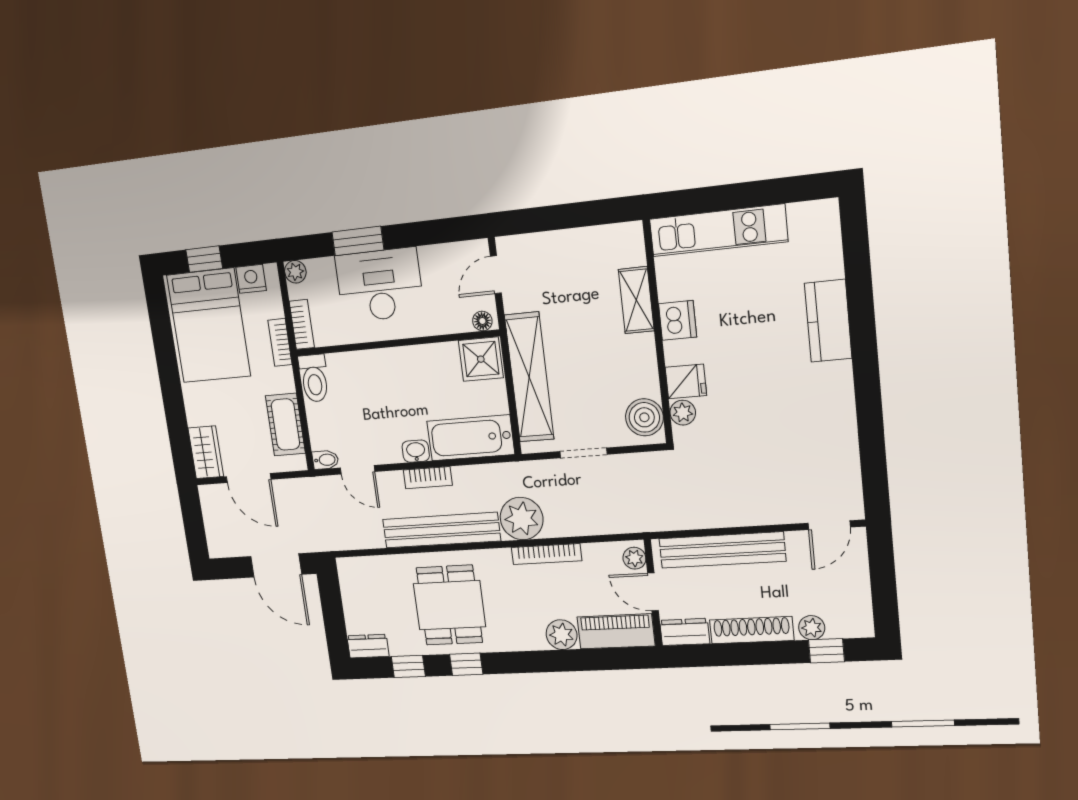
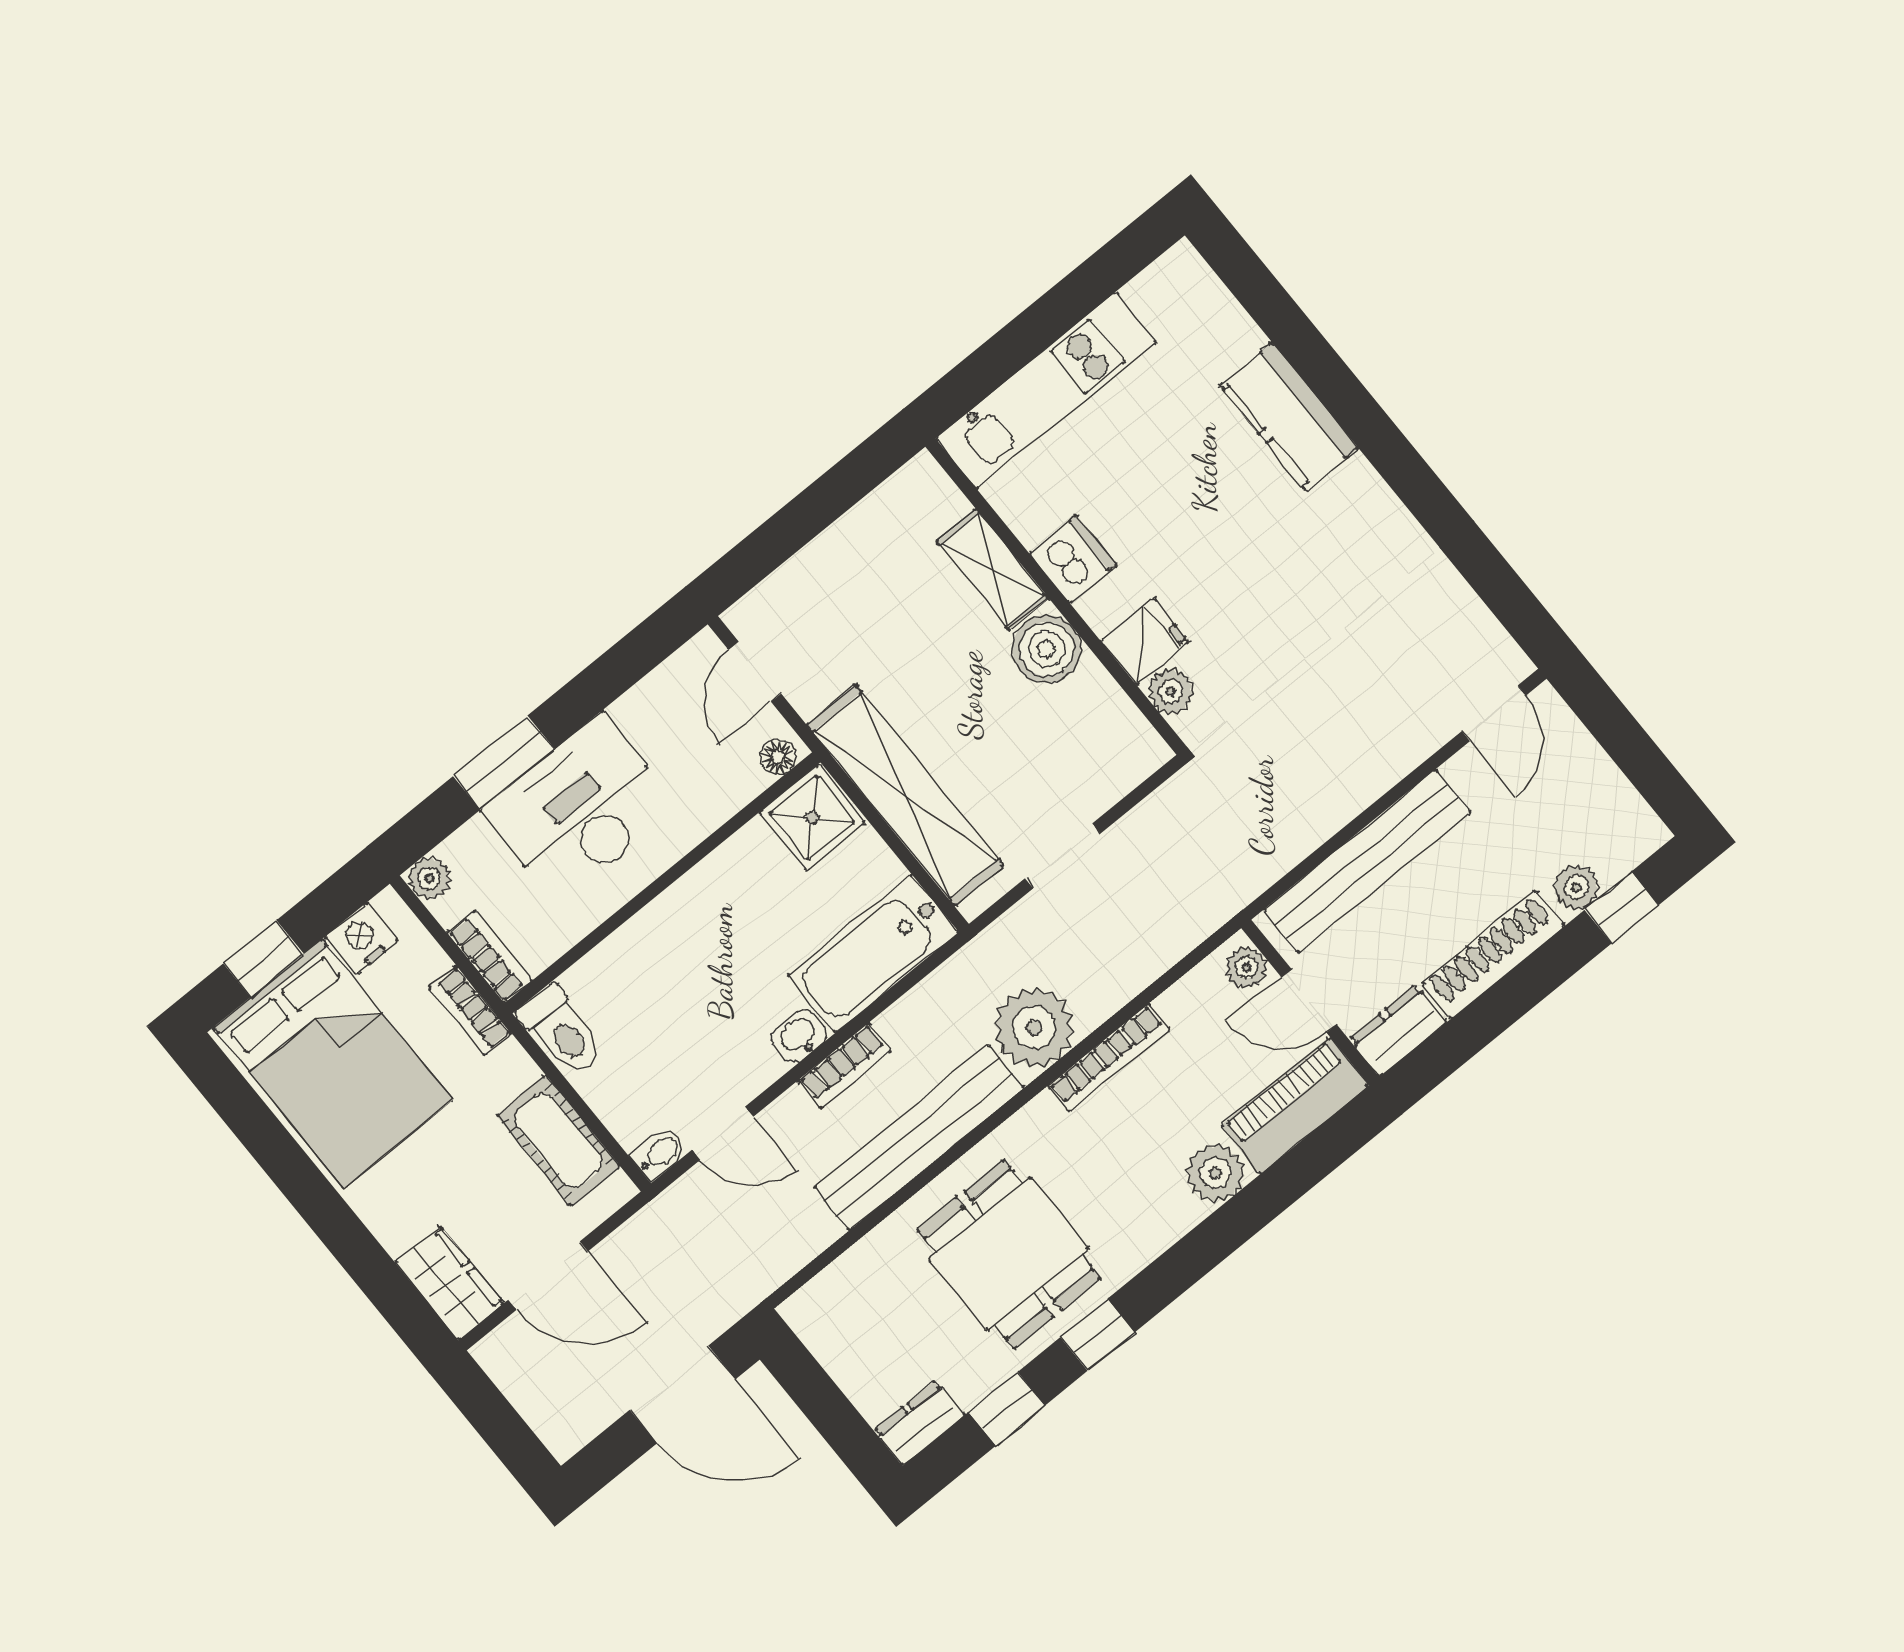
boiler: (644, 417) -> (1047, 649), moved

